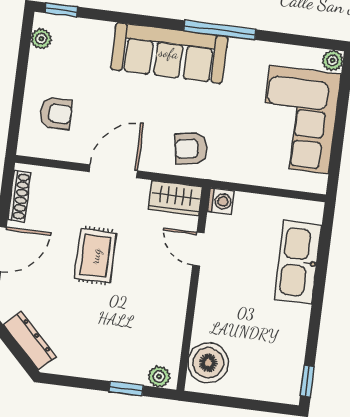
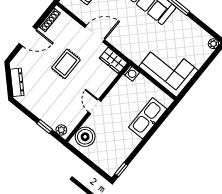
corner sofa: (299, 119) -> (168, 68), moved, turned 90
armchair: (191, 148) -> (133, 44), removed
door: (198, 249) -> (95, 107), moved

